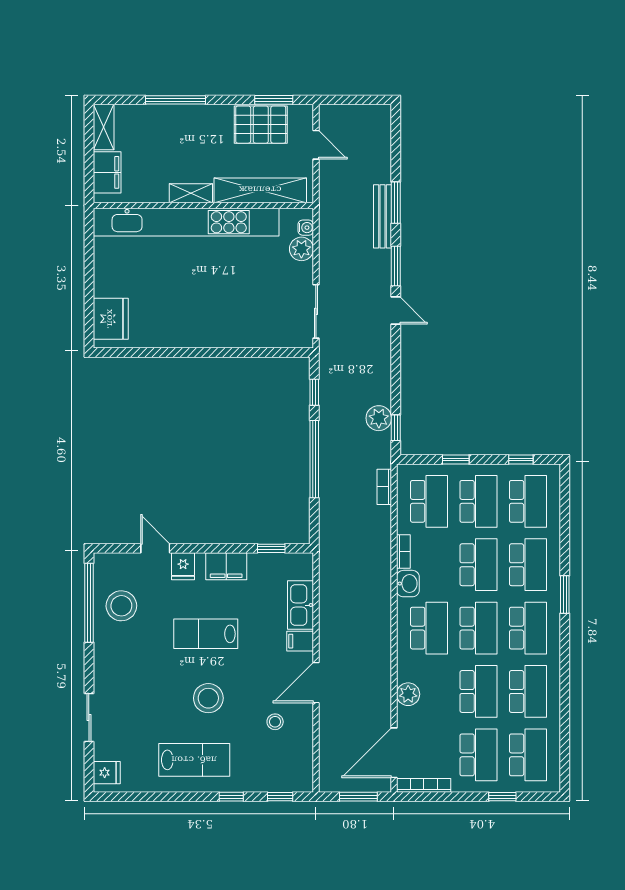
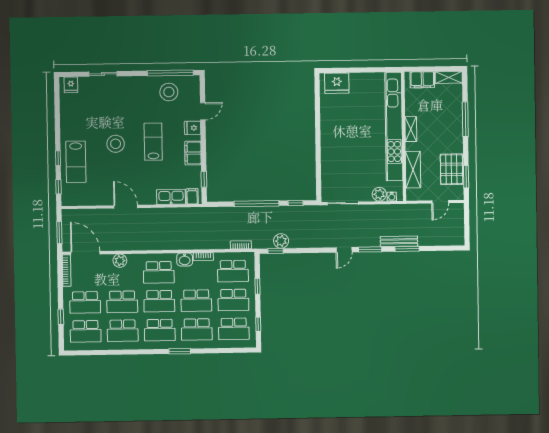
shelving: (260, 190) -> (413, 170), width x0.68
filing cabinet: (300, 641) -> (192, 196), moved
stool: (275, 722) -> (102, 183), removed
lab bench: (194, 760) -> (76, 162), moved

